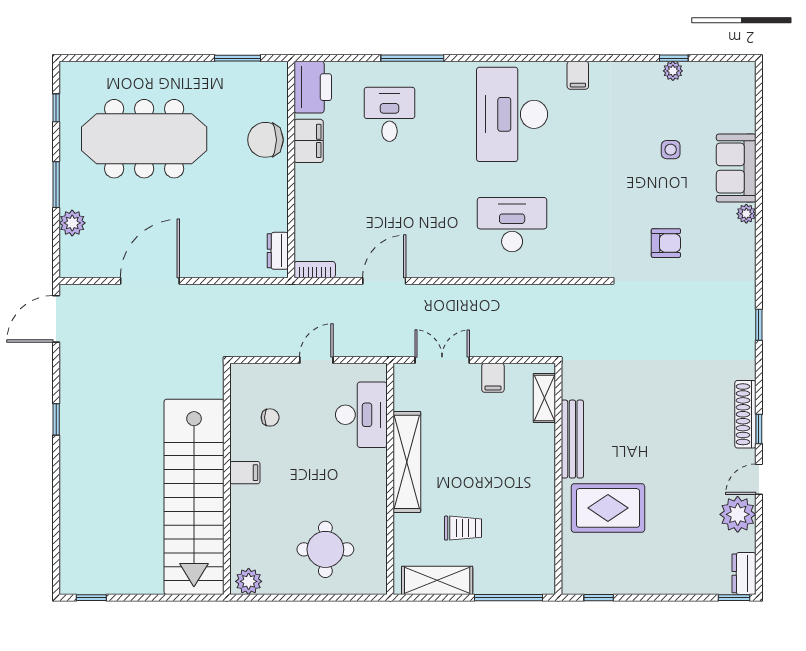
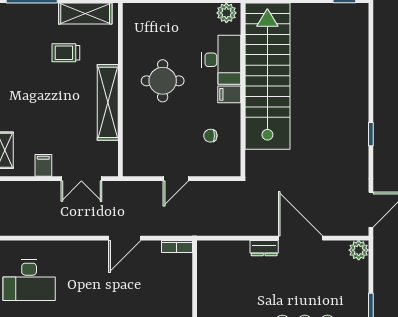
plant: (72, 223) -> (359, 250), moved
dresser: (278, 251) -> (264, 248), moved, turned 90
door: (150, 281) -> (301, 238), swing flipped
desk: (361, 415) -> (221, 60), moved, turned 180
round table: (325, 549) -> (163, 81), moved

